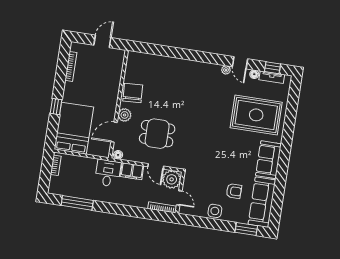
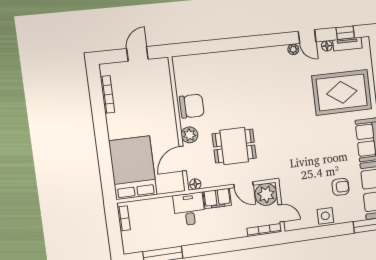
chair: (133, 93) -> (192, 106), turned 93
window: (56, 107) -> (103, 148), removed

